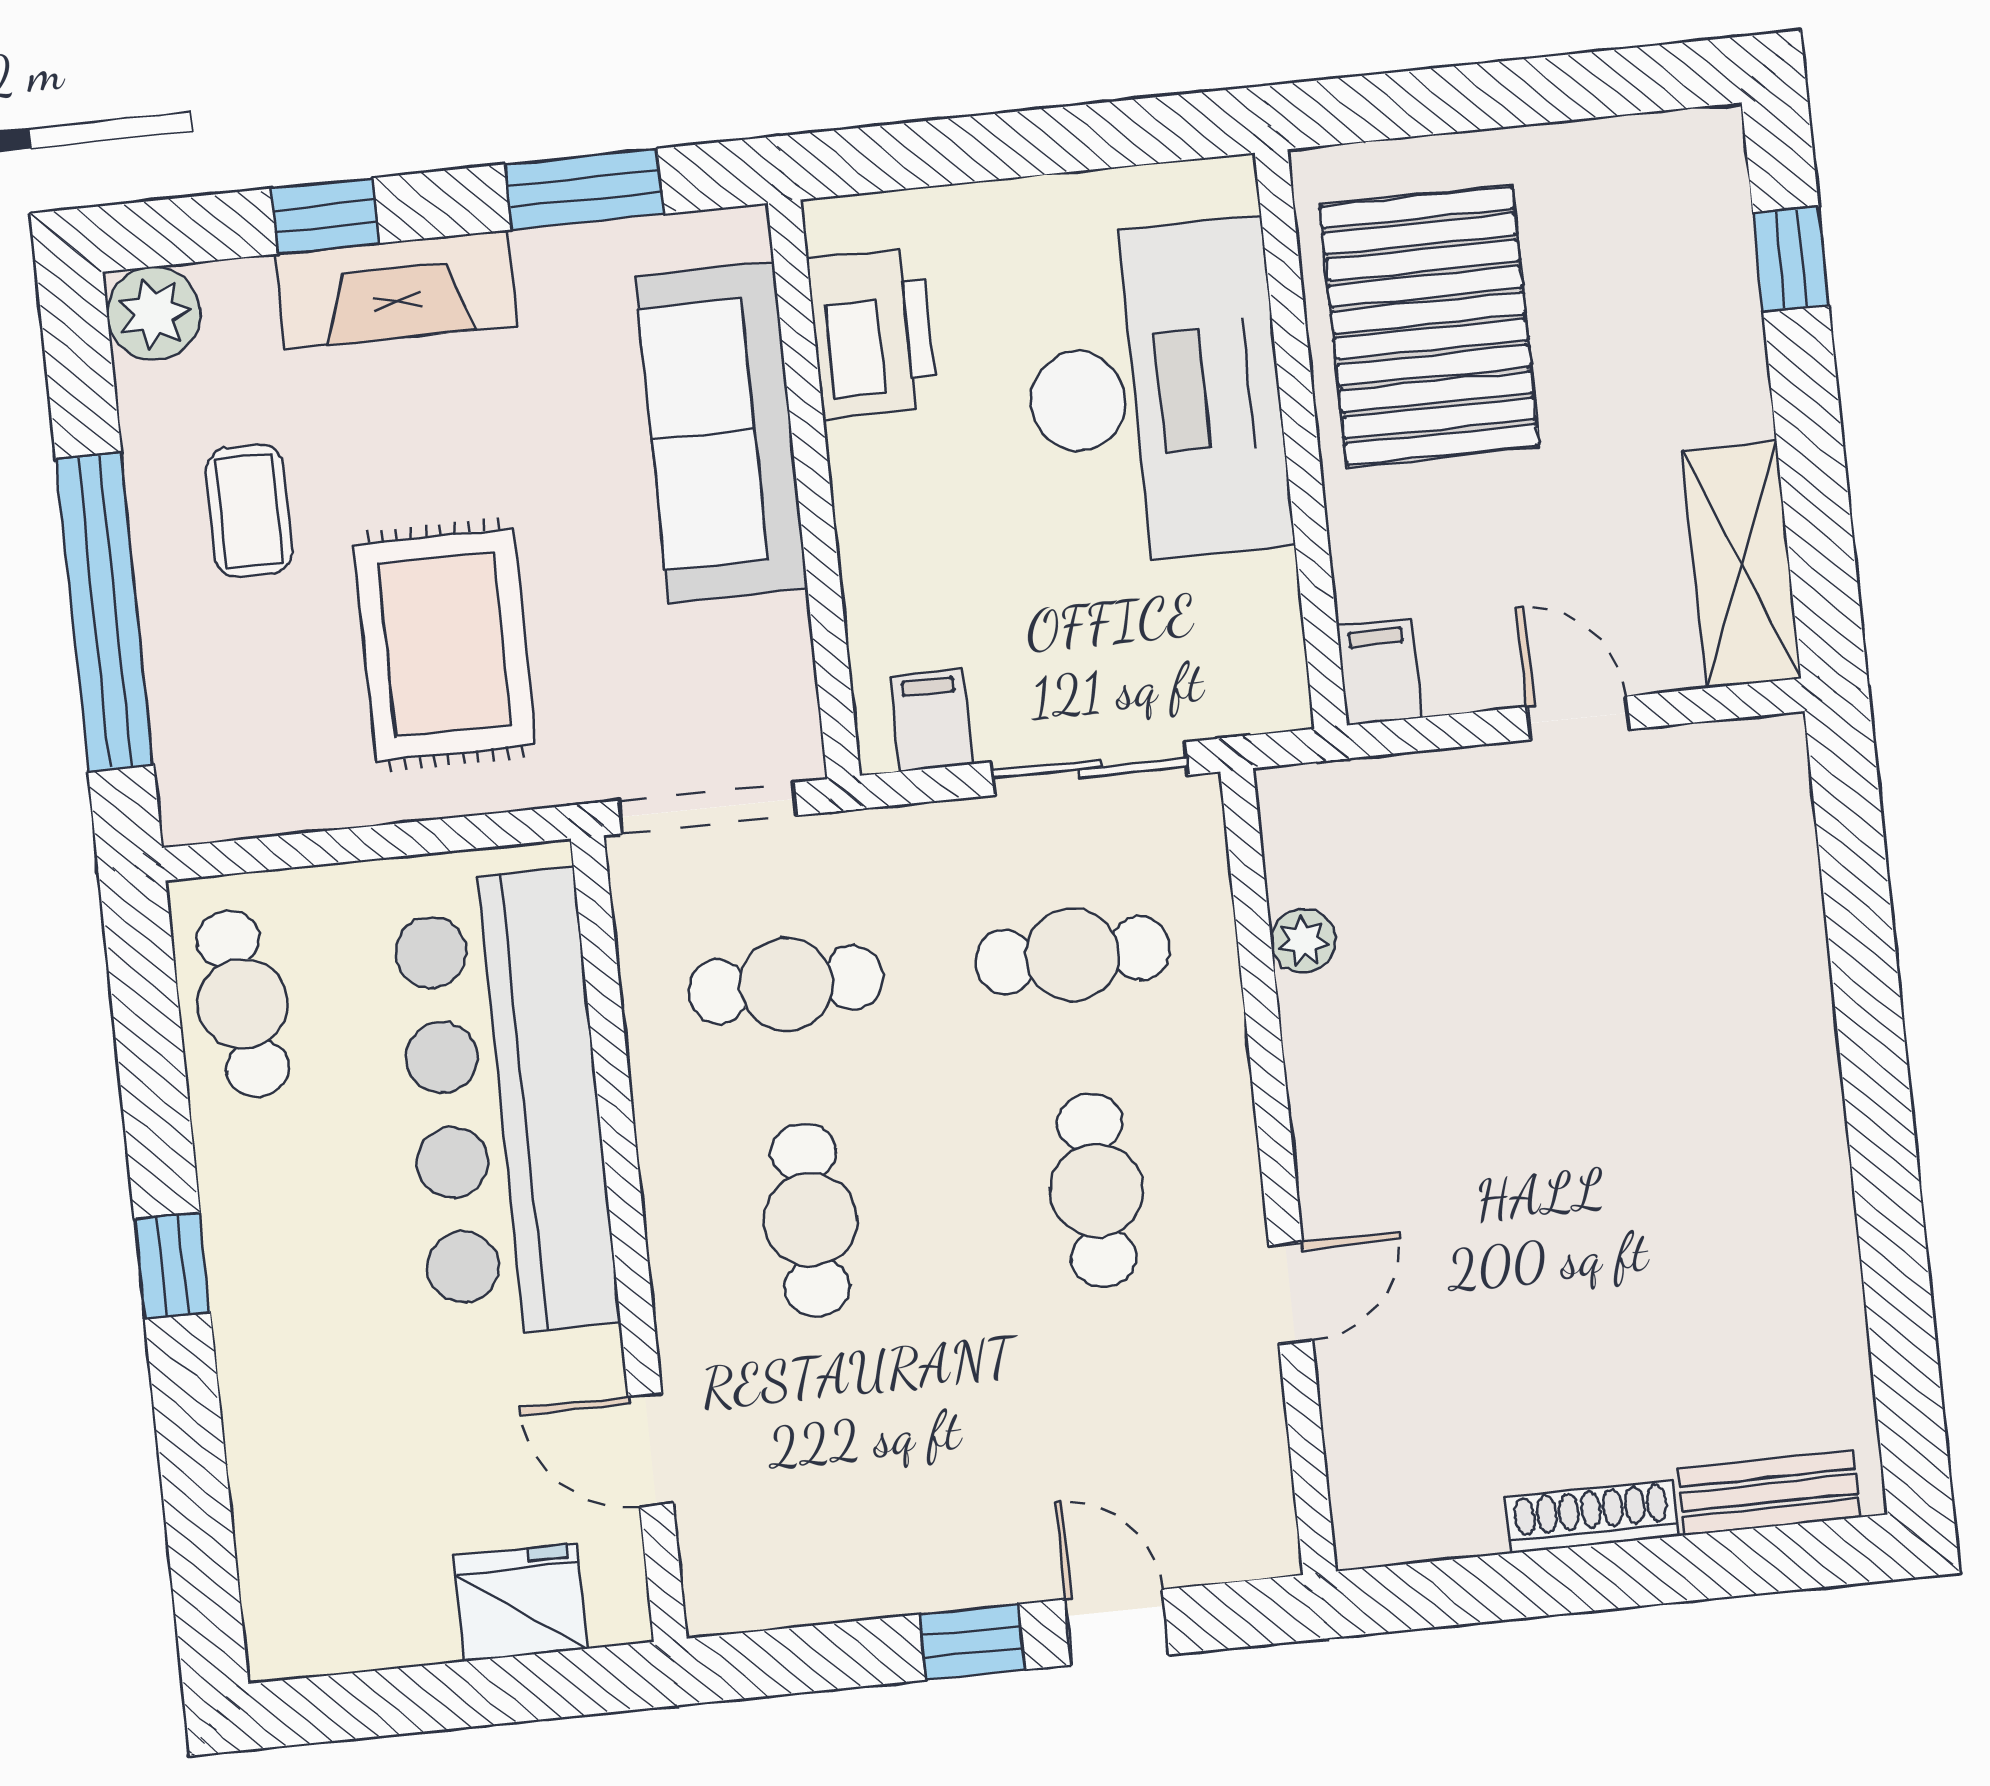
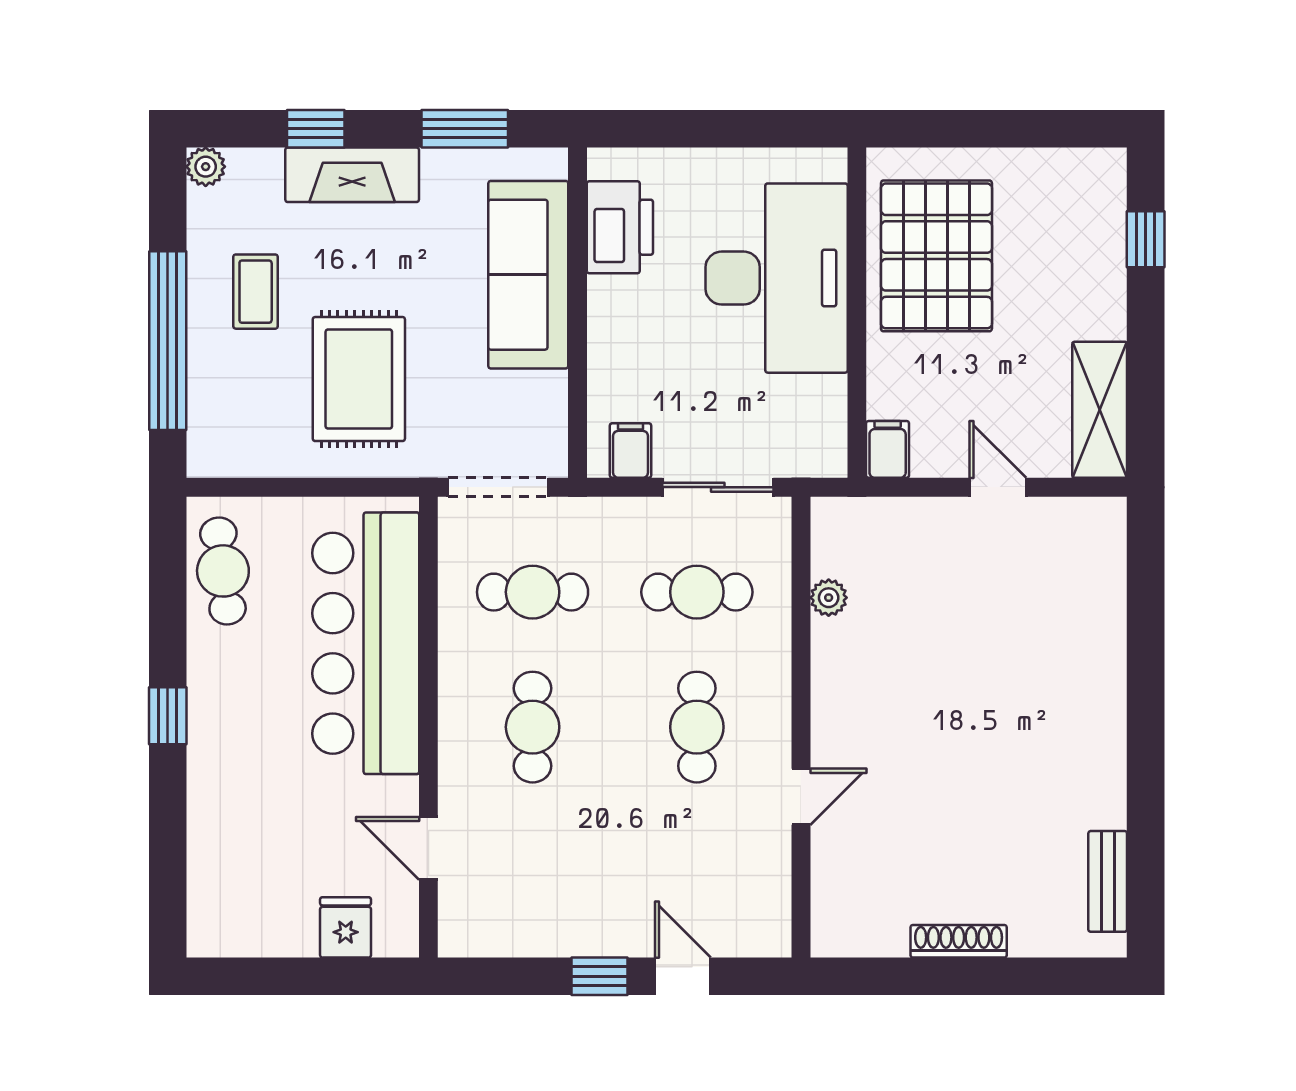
plant: (154, 313) -> (206, 167), width x0.73, depth x0.73
bench: (1769, 1493) -> (1108, 881), moved, turned 90
fridge: (520, 1603) -> (346, 927), width x0.72

